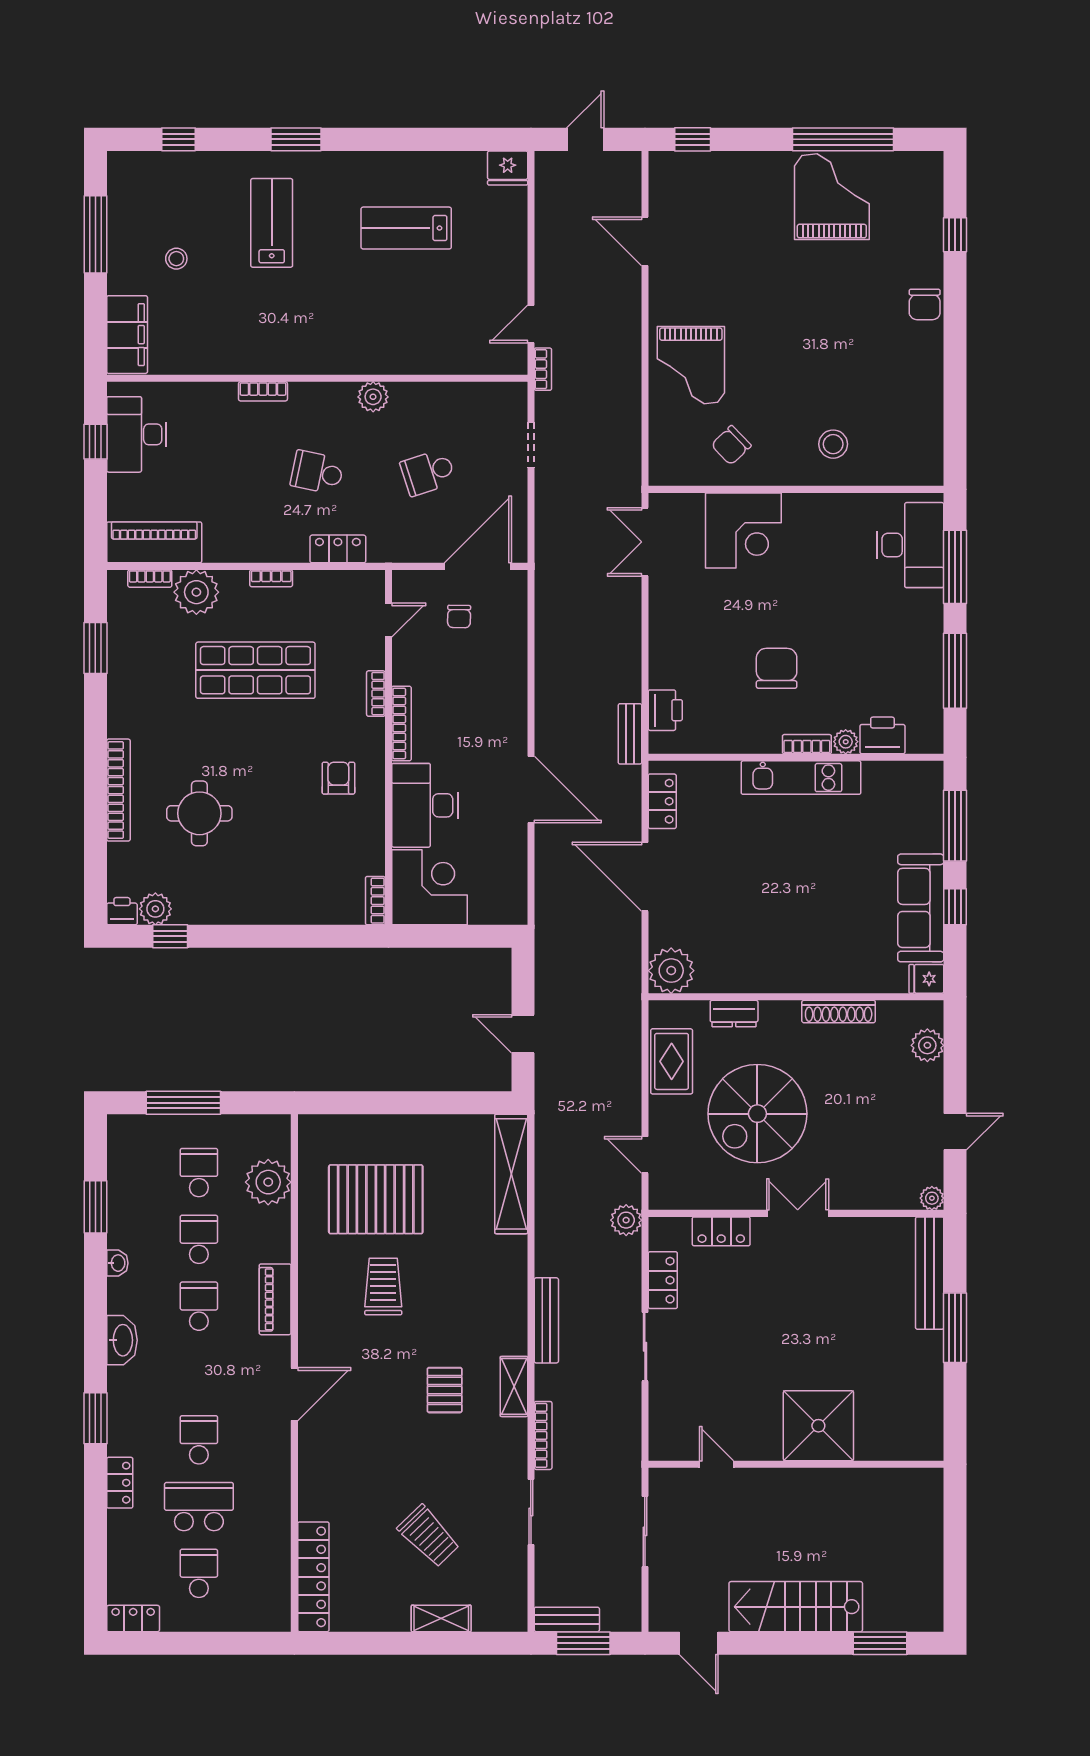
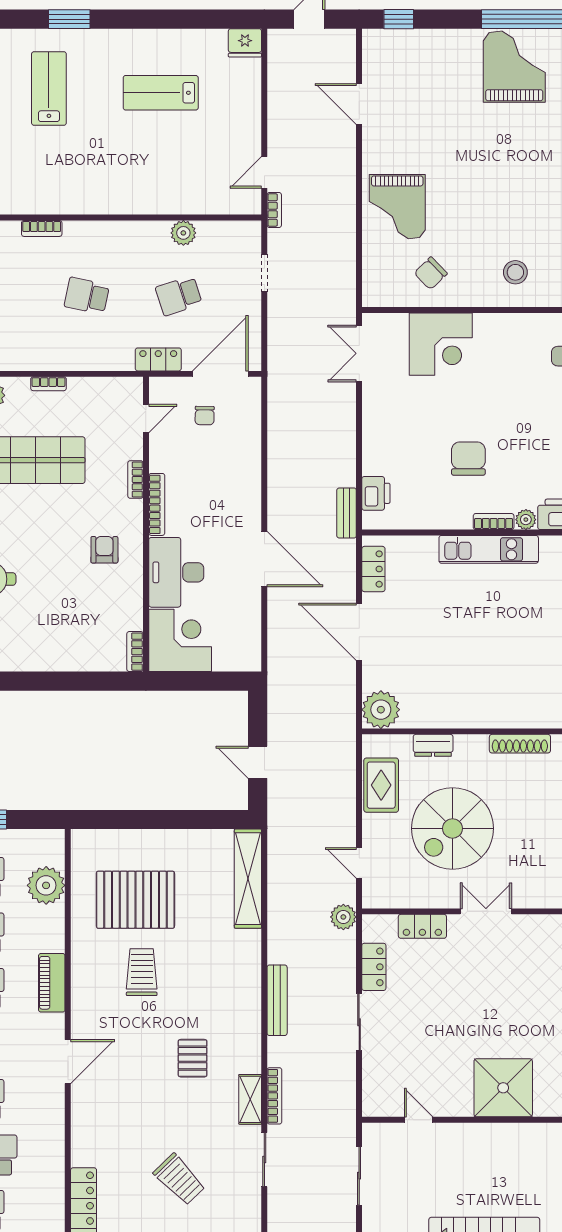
plant: (373, 397) -> (183, 233), moved
locker: (338, 549) -> (158, 359), moved
shelving: (514, 1386) -> (250, 1099), moved

